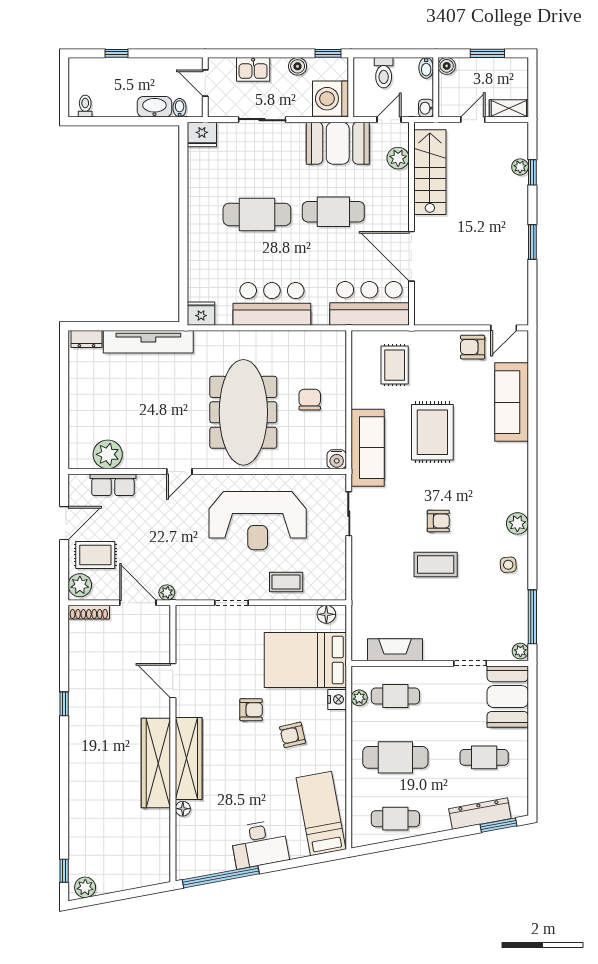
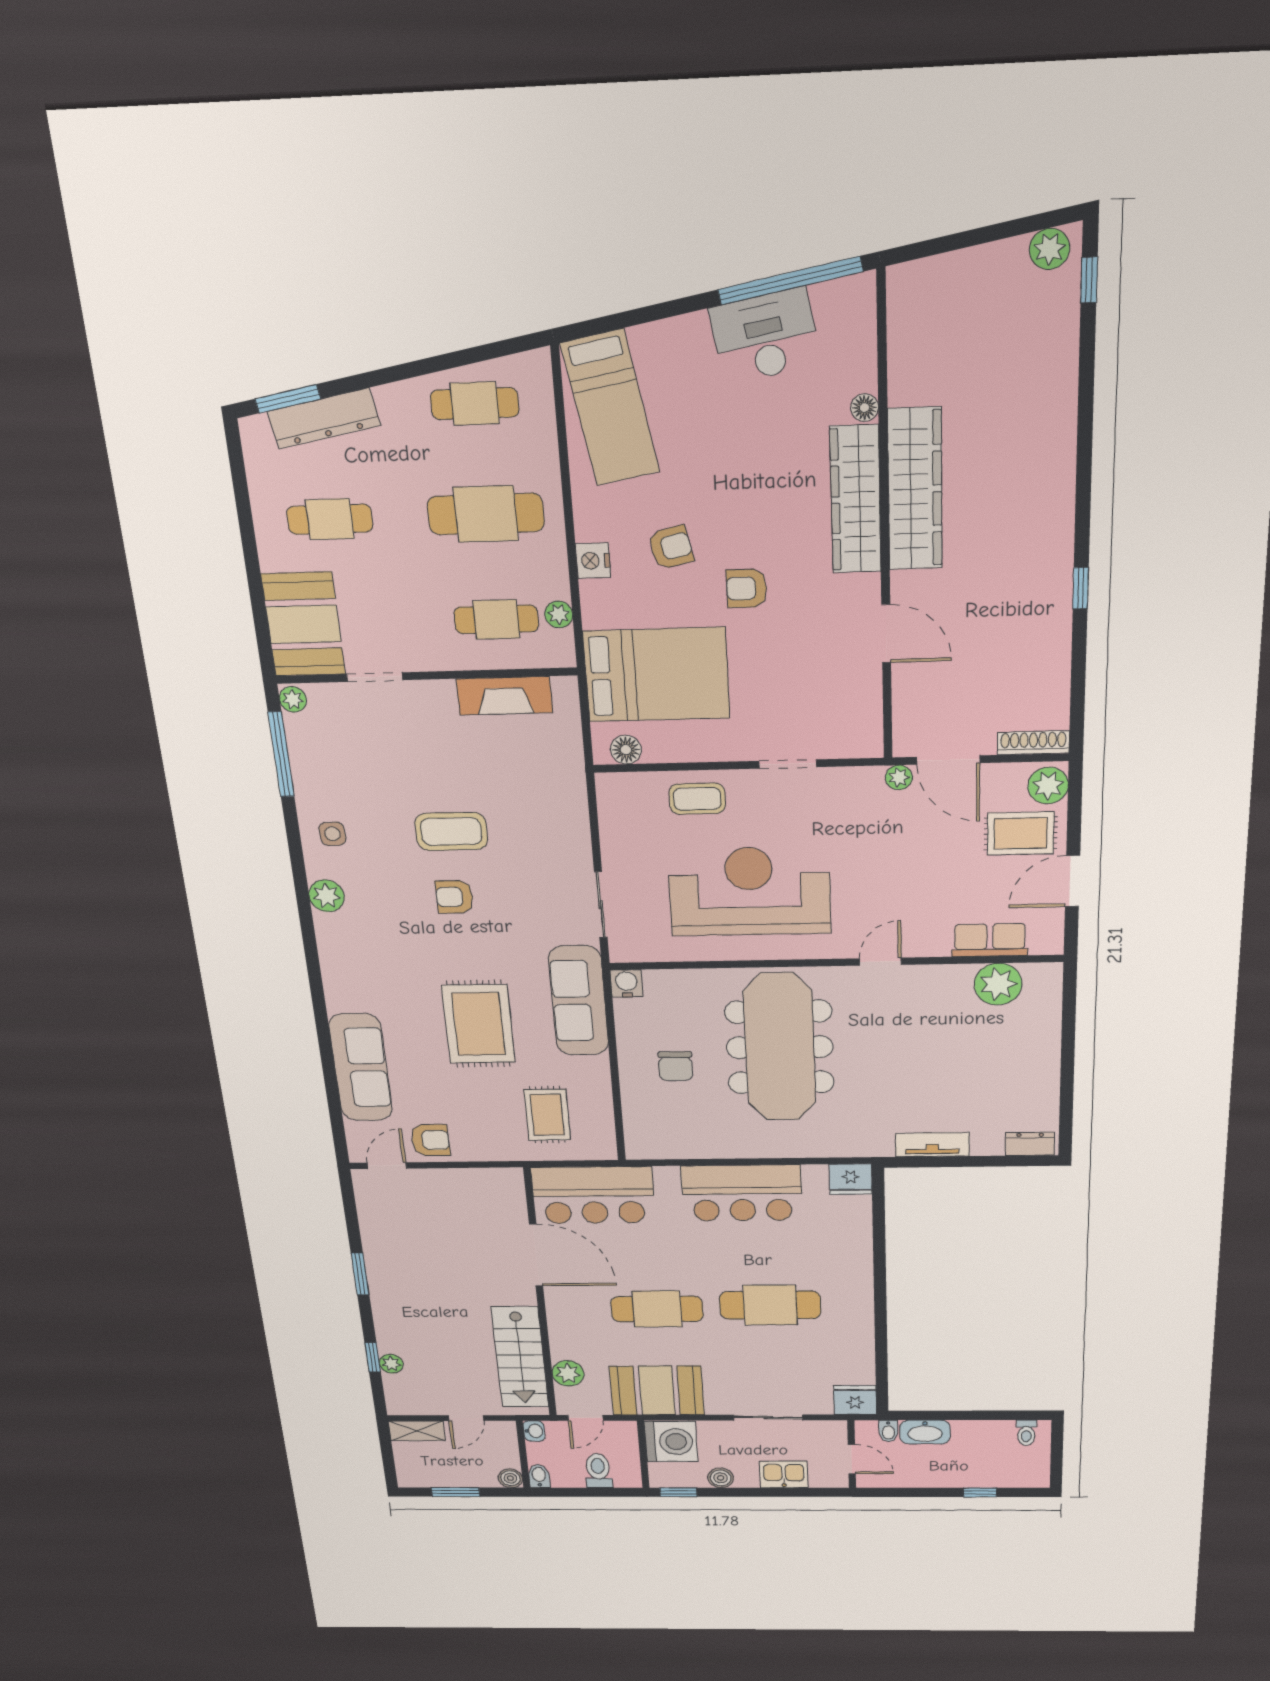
tv unit: (148, 342) -> (932, 1145), width x0.52, depth x0.78
nightstand: (337, 699) -> (593, 561), moved
desk: (259, 844) -> (765, 336), moved

